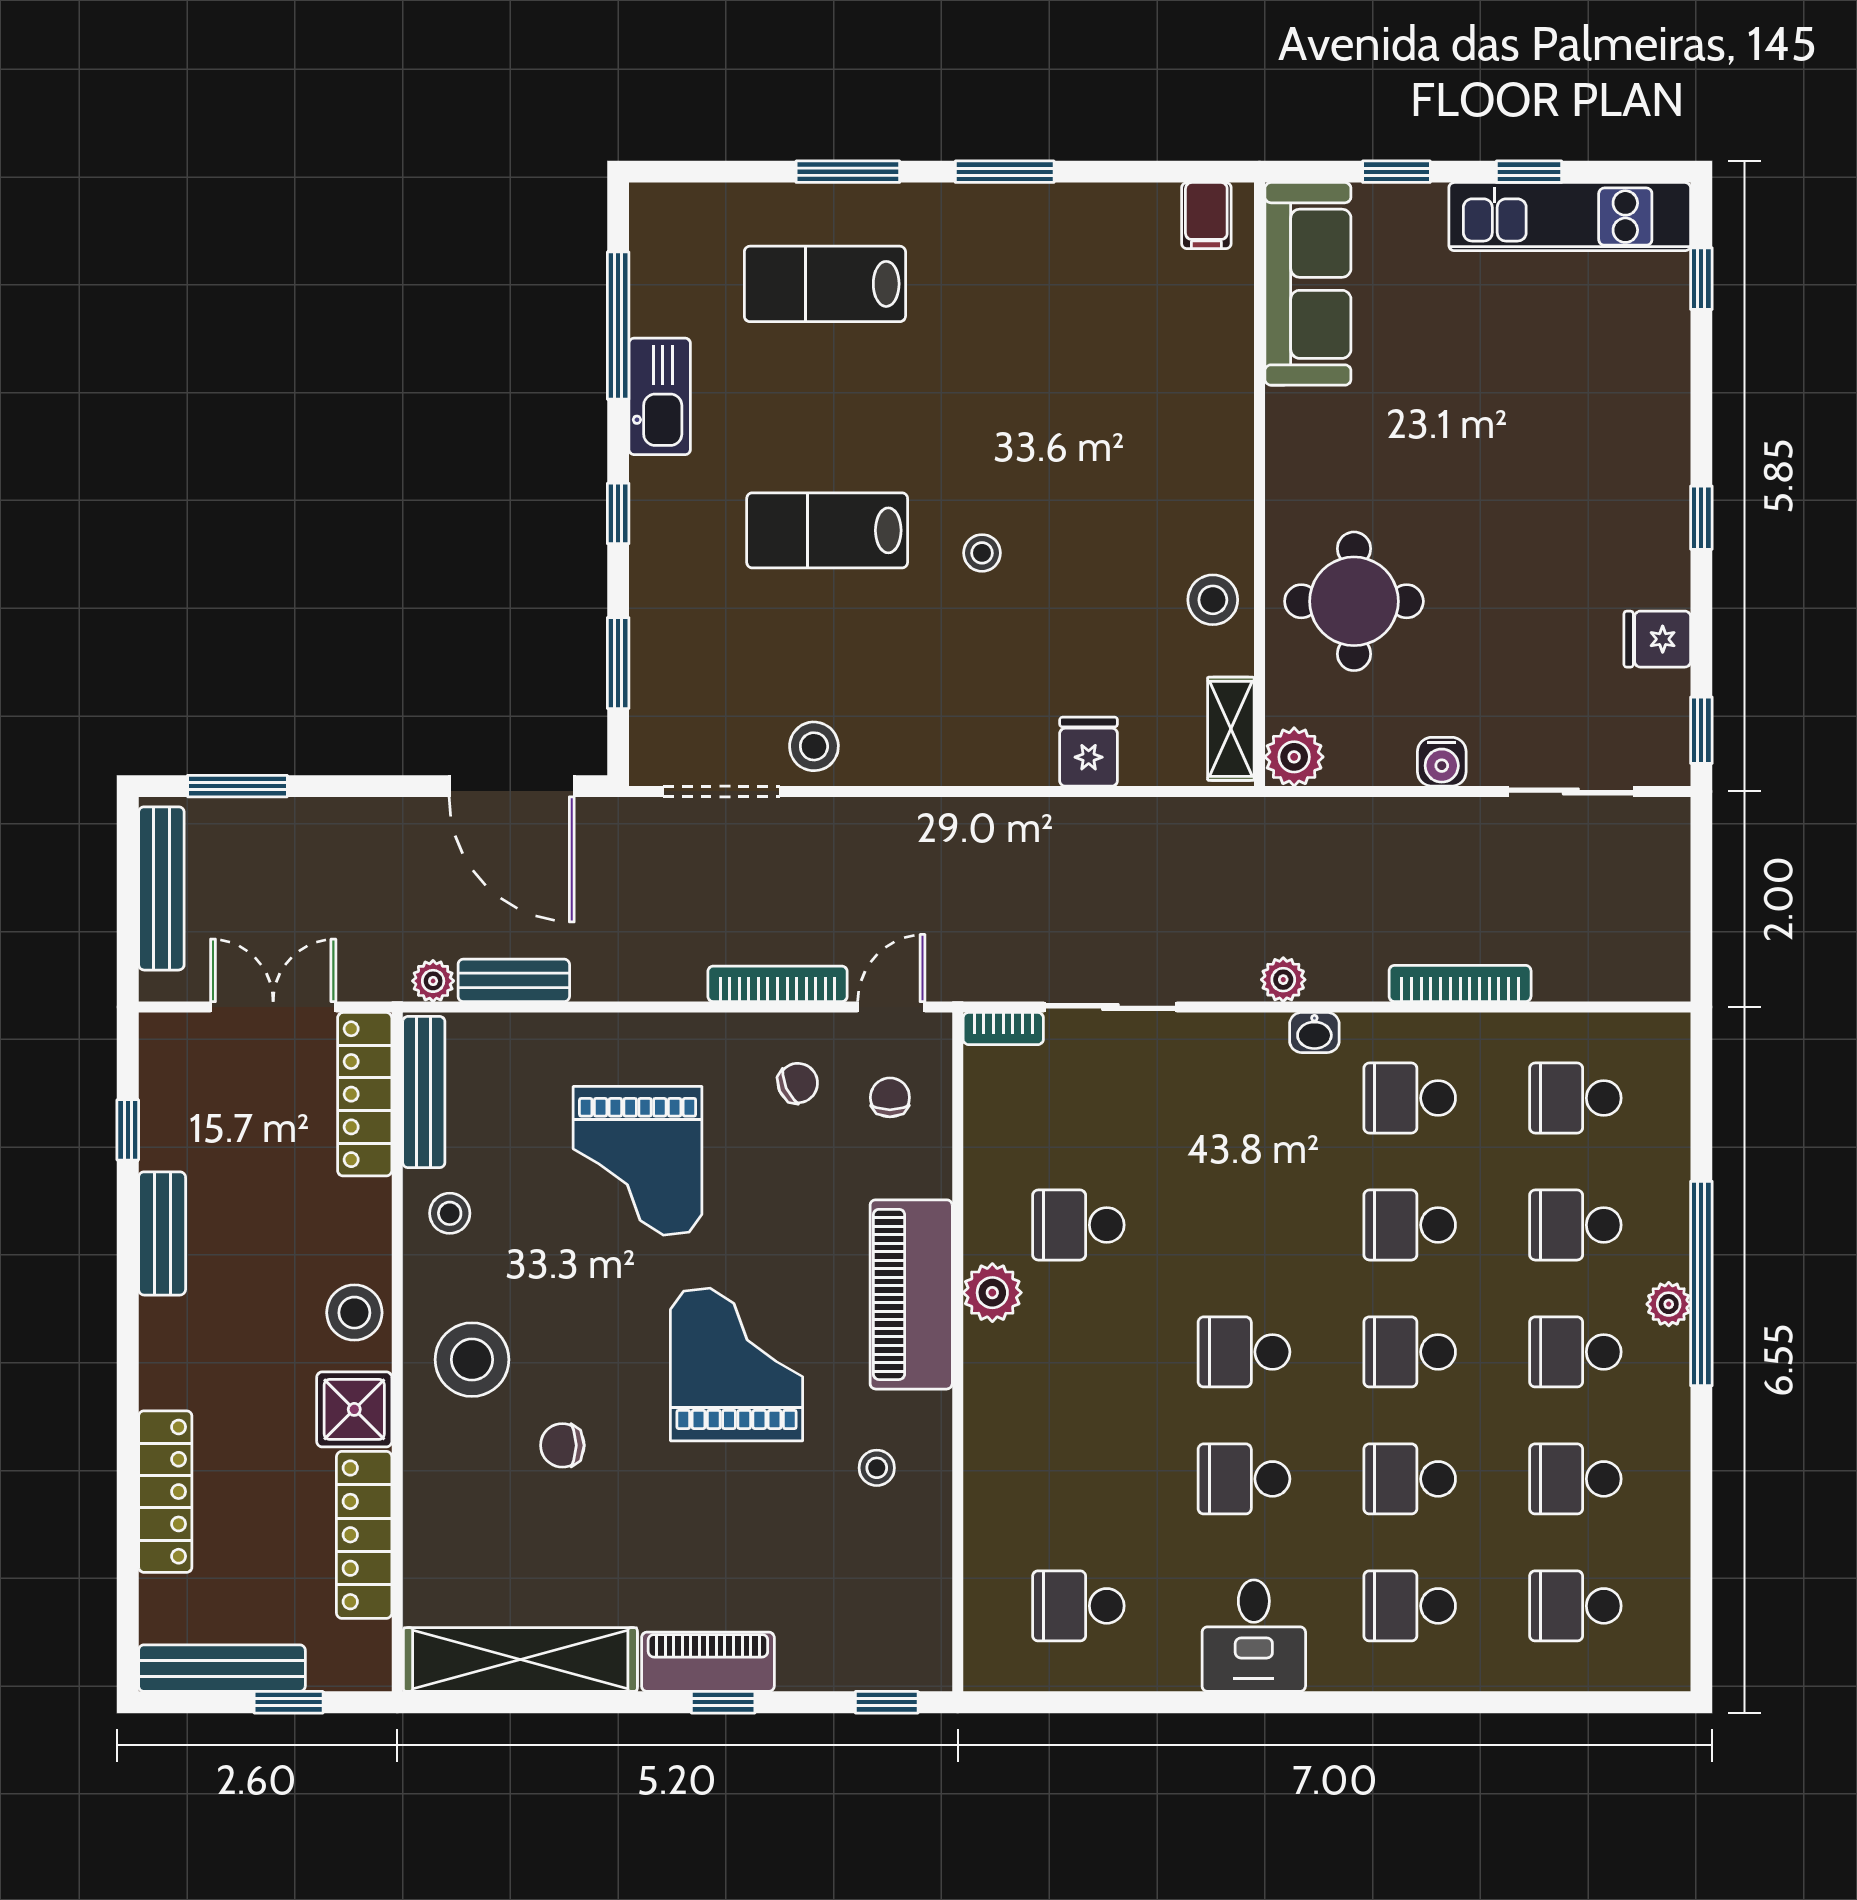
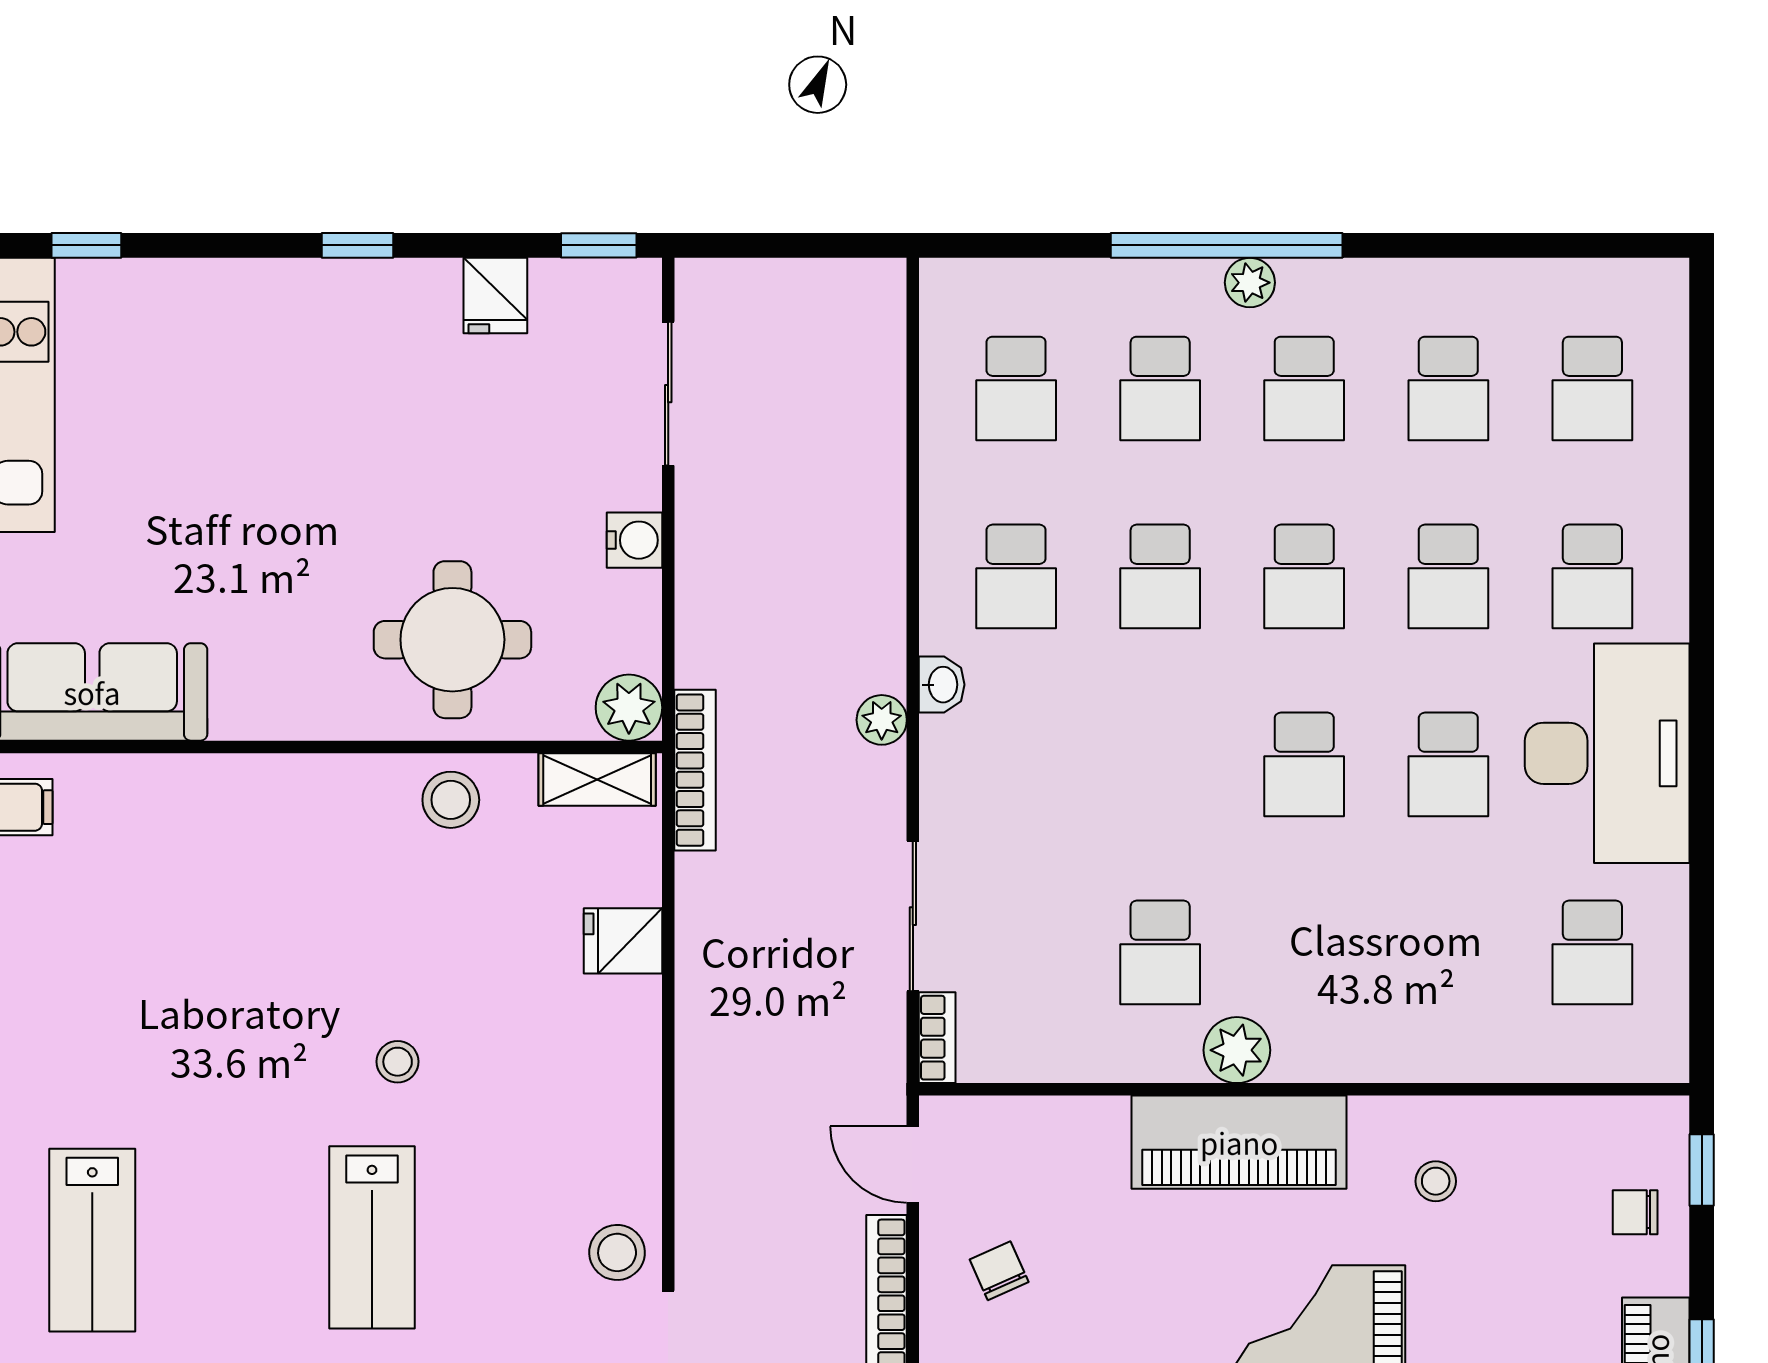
bookcase: (1460, 983) -> (695, 770), moved, turned 180
chair: (890, 1097) -> (1635, 1212), moved
desk: (1254, 1636) -> (1607, 753), width x1.87, depth x1.30

